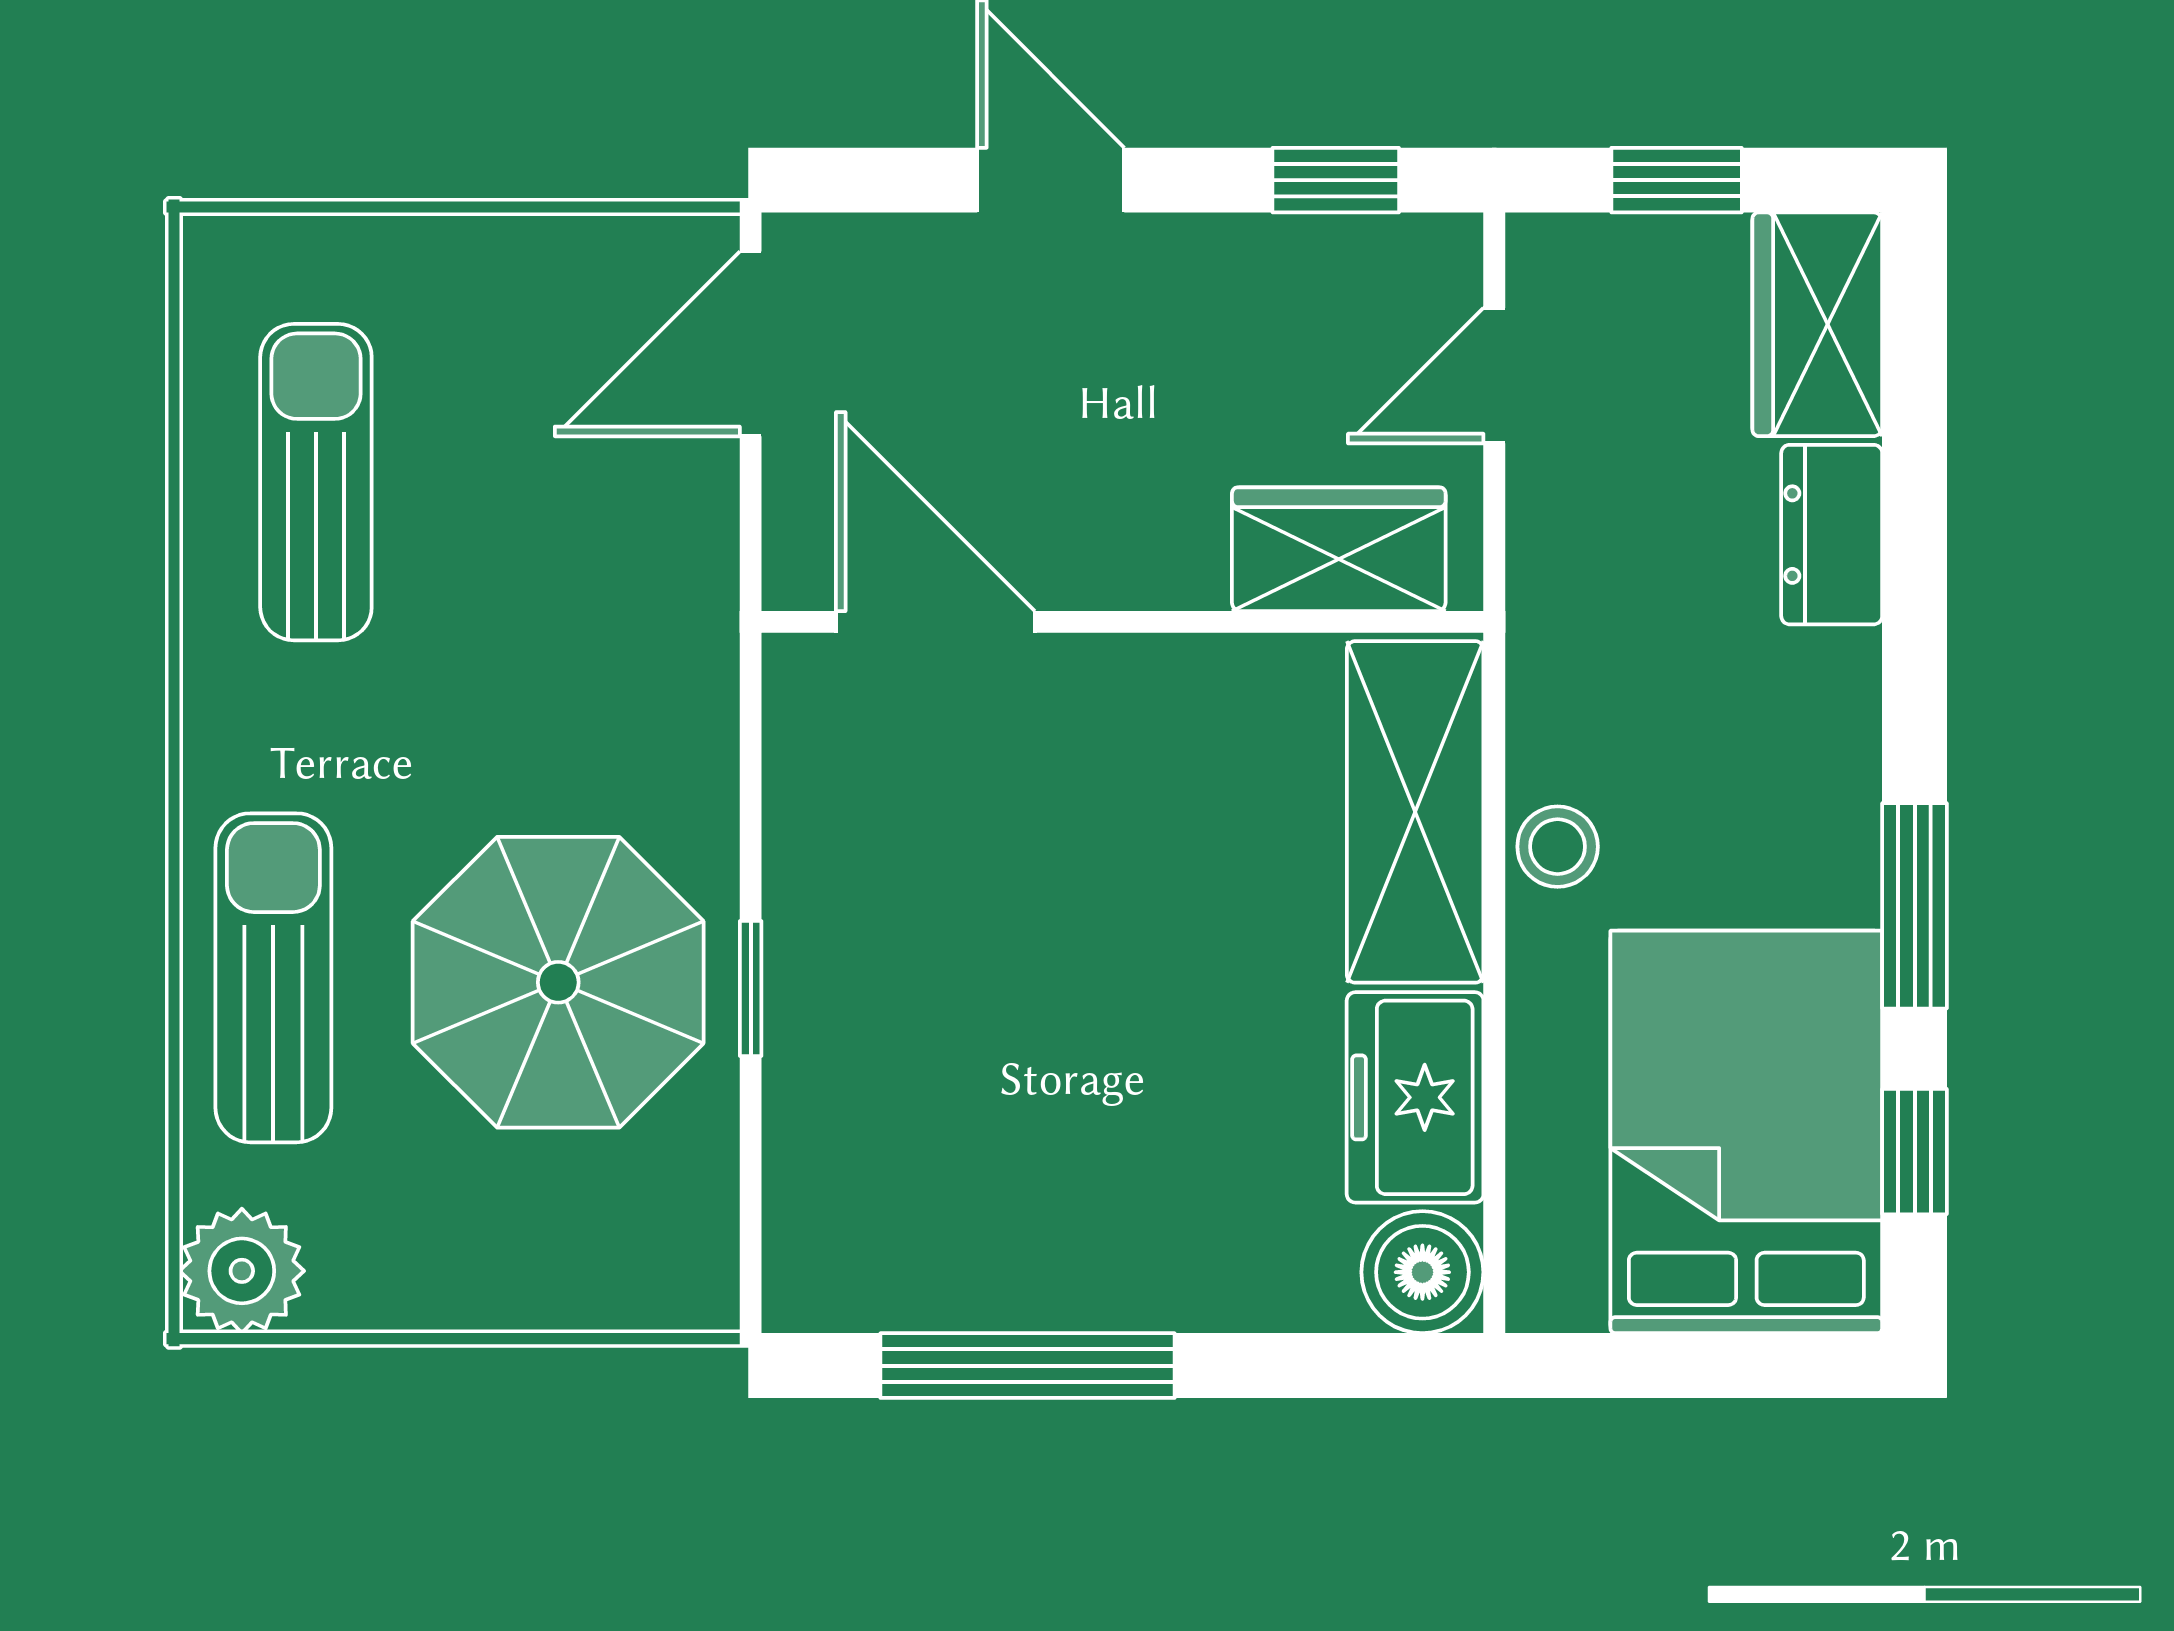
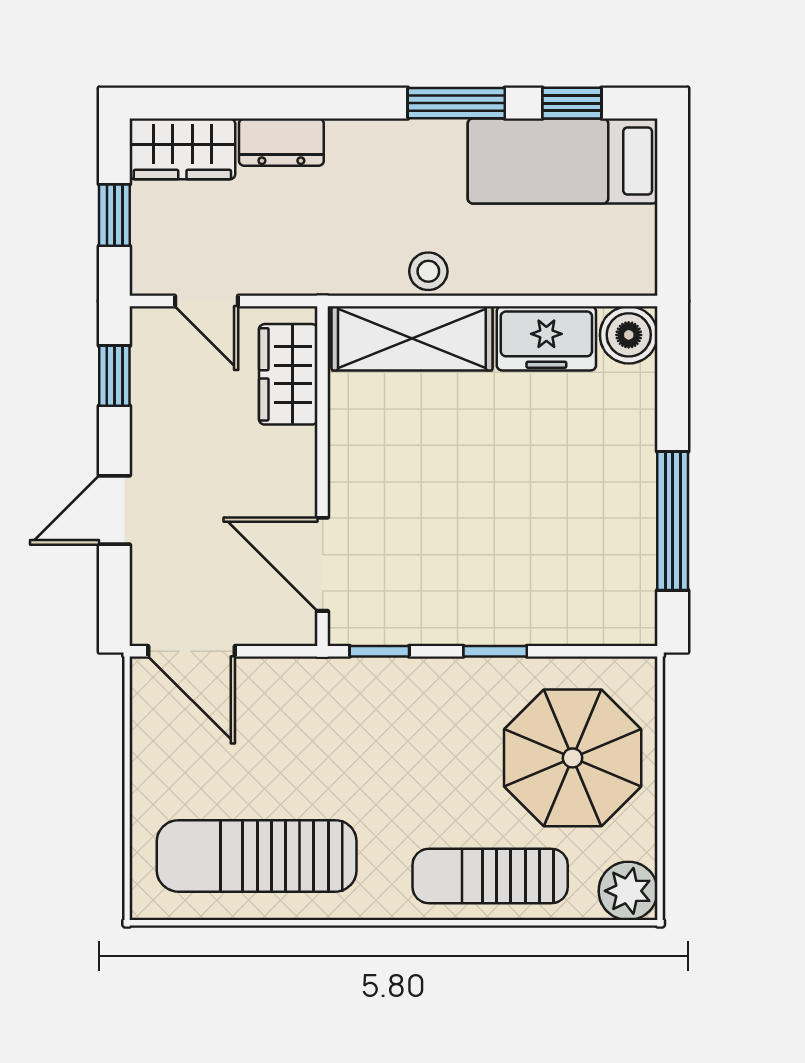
sun lounger: (316, 482) -> (257, 856), width x1.36, depth x1.34
door: (935, 622) -> (323, 564), hinge flipped
window: (751, 743) -> (379, 651), added
parasol: (558, 982) -> (573, 758), moved
bed: (1746, 1132) -> (563, 161), width x0.67

